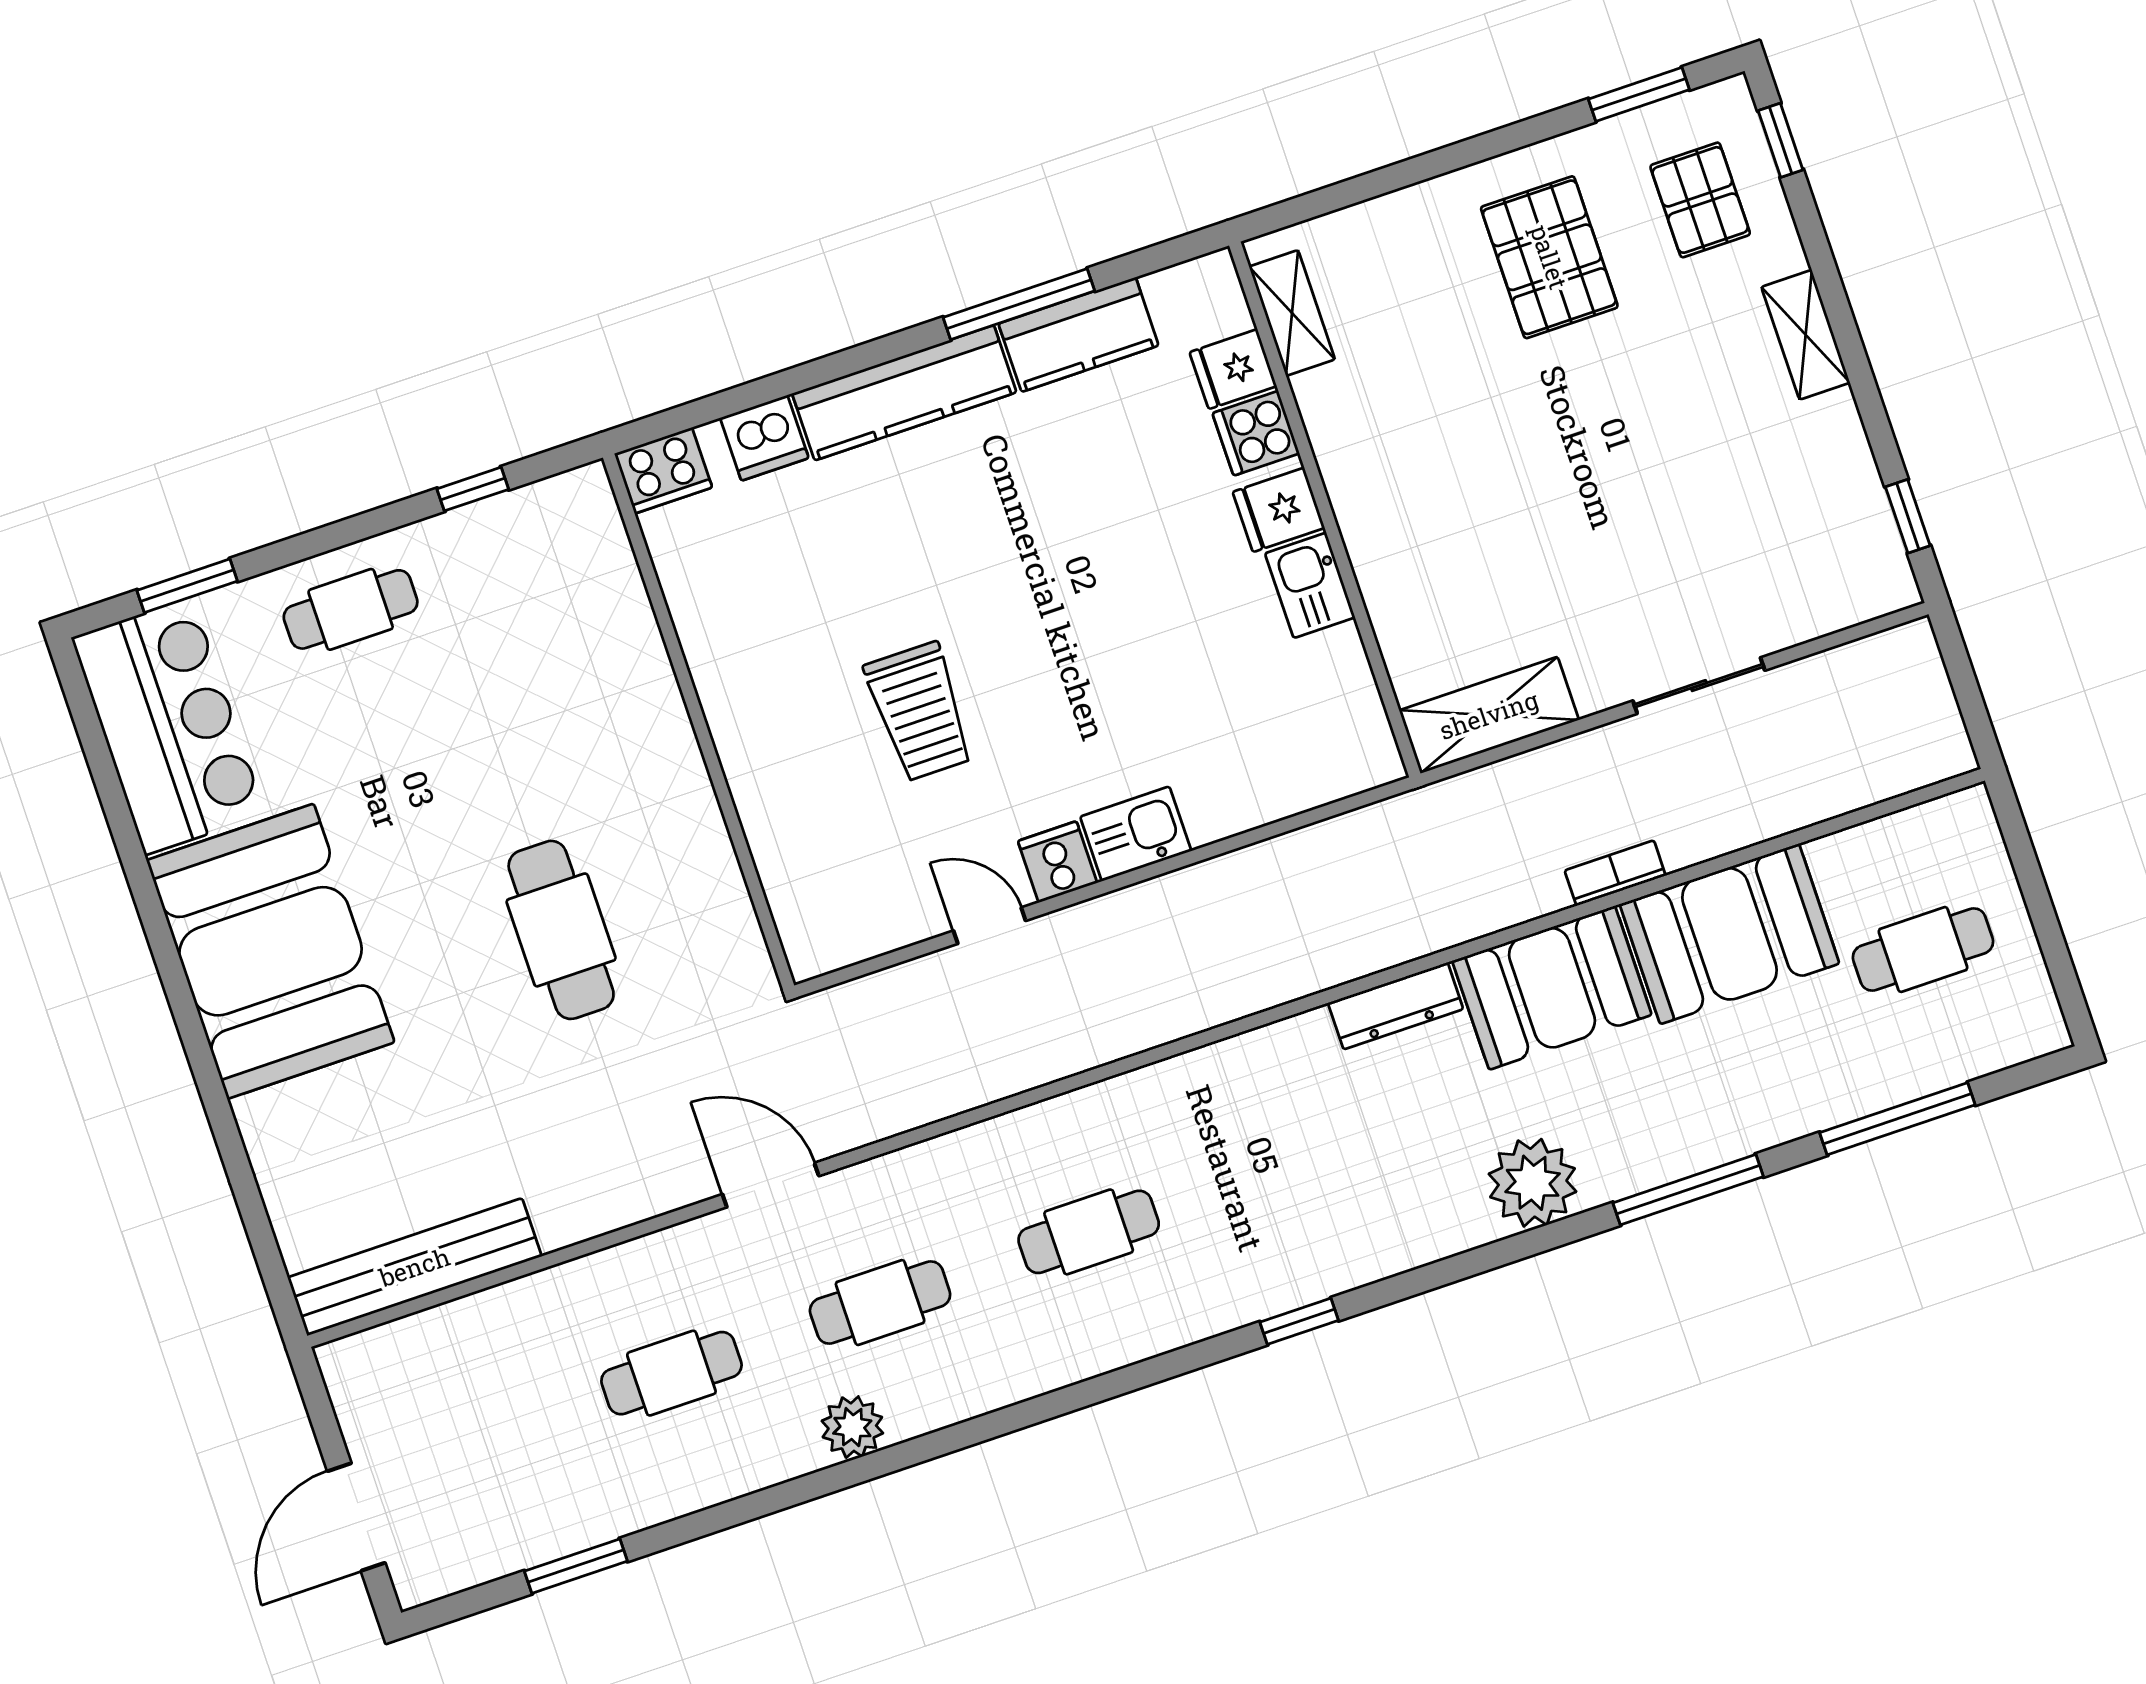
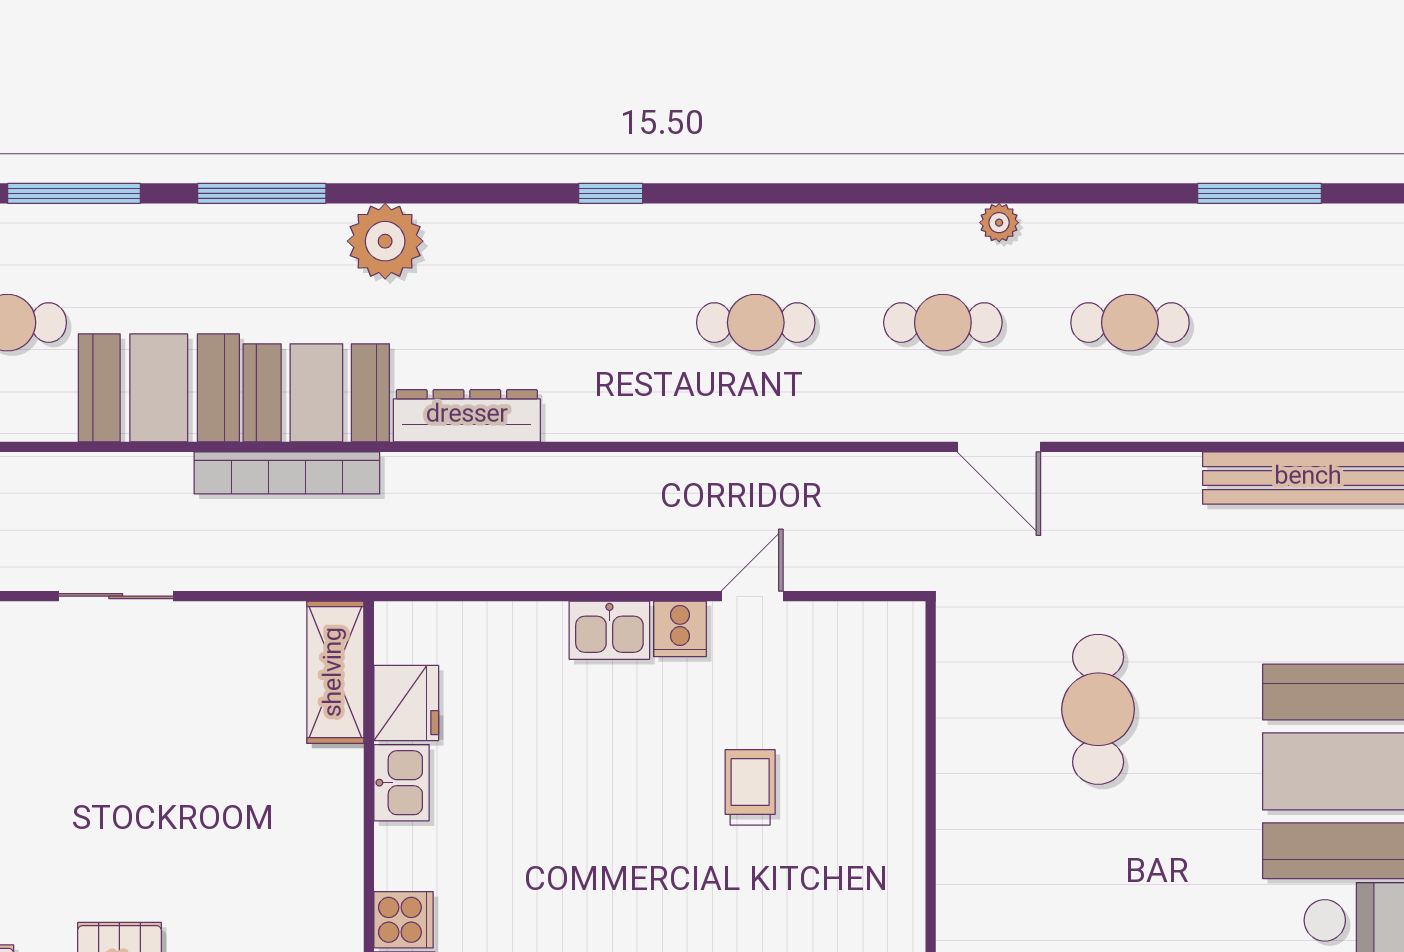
fridge: (1279, 510) -> (406, 703), moved, width x1.38
trolley: (920, 712) -> (750, 787), width x0.73, depth x0.72
shelving: (1489, 715) -> (335, 672), moved, turned 90
bookcase: (1615, 873) -> (287, 473), width x2.31, depth x1.31
door: (990, 926) -> (752, 596), swing flipped
dresser: (1396, 1006) -> (467, 416), width x1.37, depth x1.24
plant: (852, 1427) -> (999, 223), width x0.73, depth x0.73
window: (576, 1566) -> (1259, 193), width x1.44

